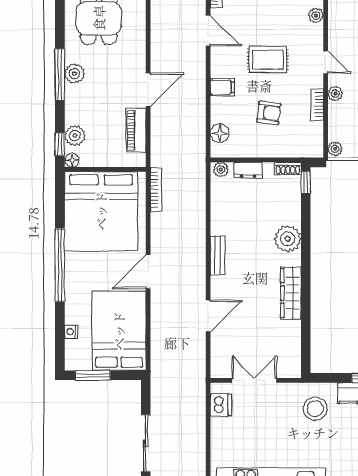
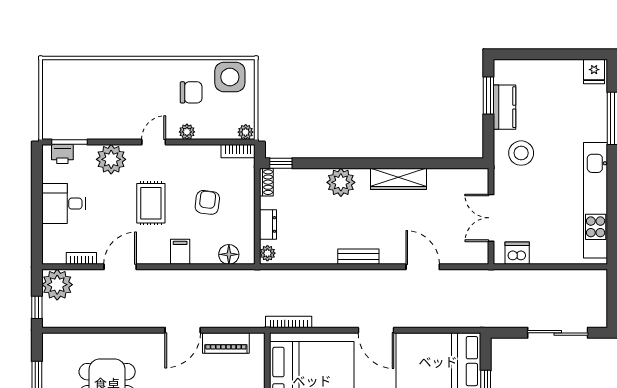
plant: (316, 15) -> (111, 159), width x1.88, depth x1.88
door: (148, 90) -> (183, 330), swing flipped
bookcase: (317, 105) -> (238, 151), moved

